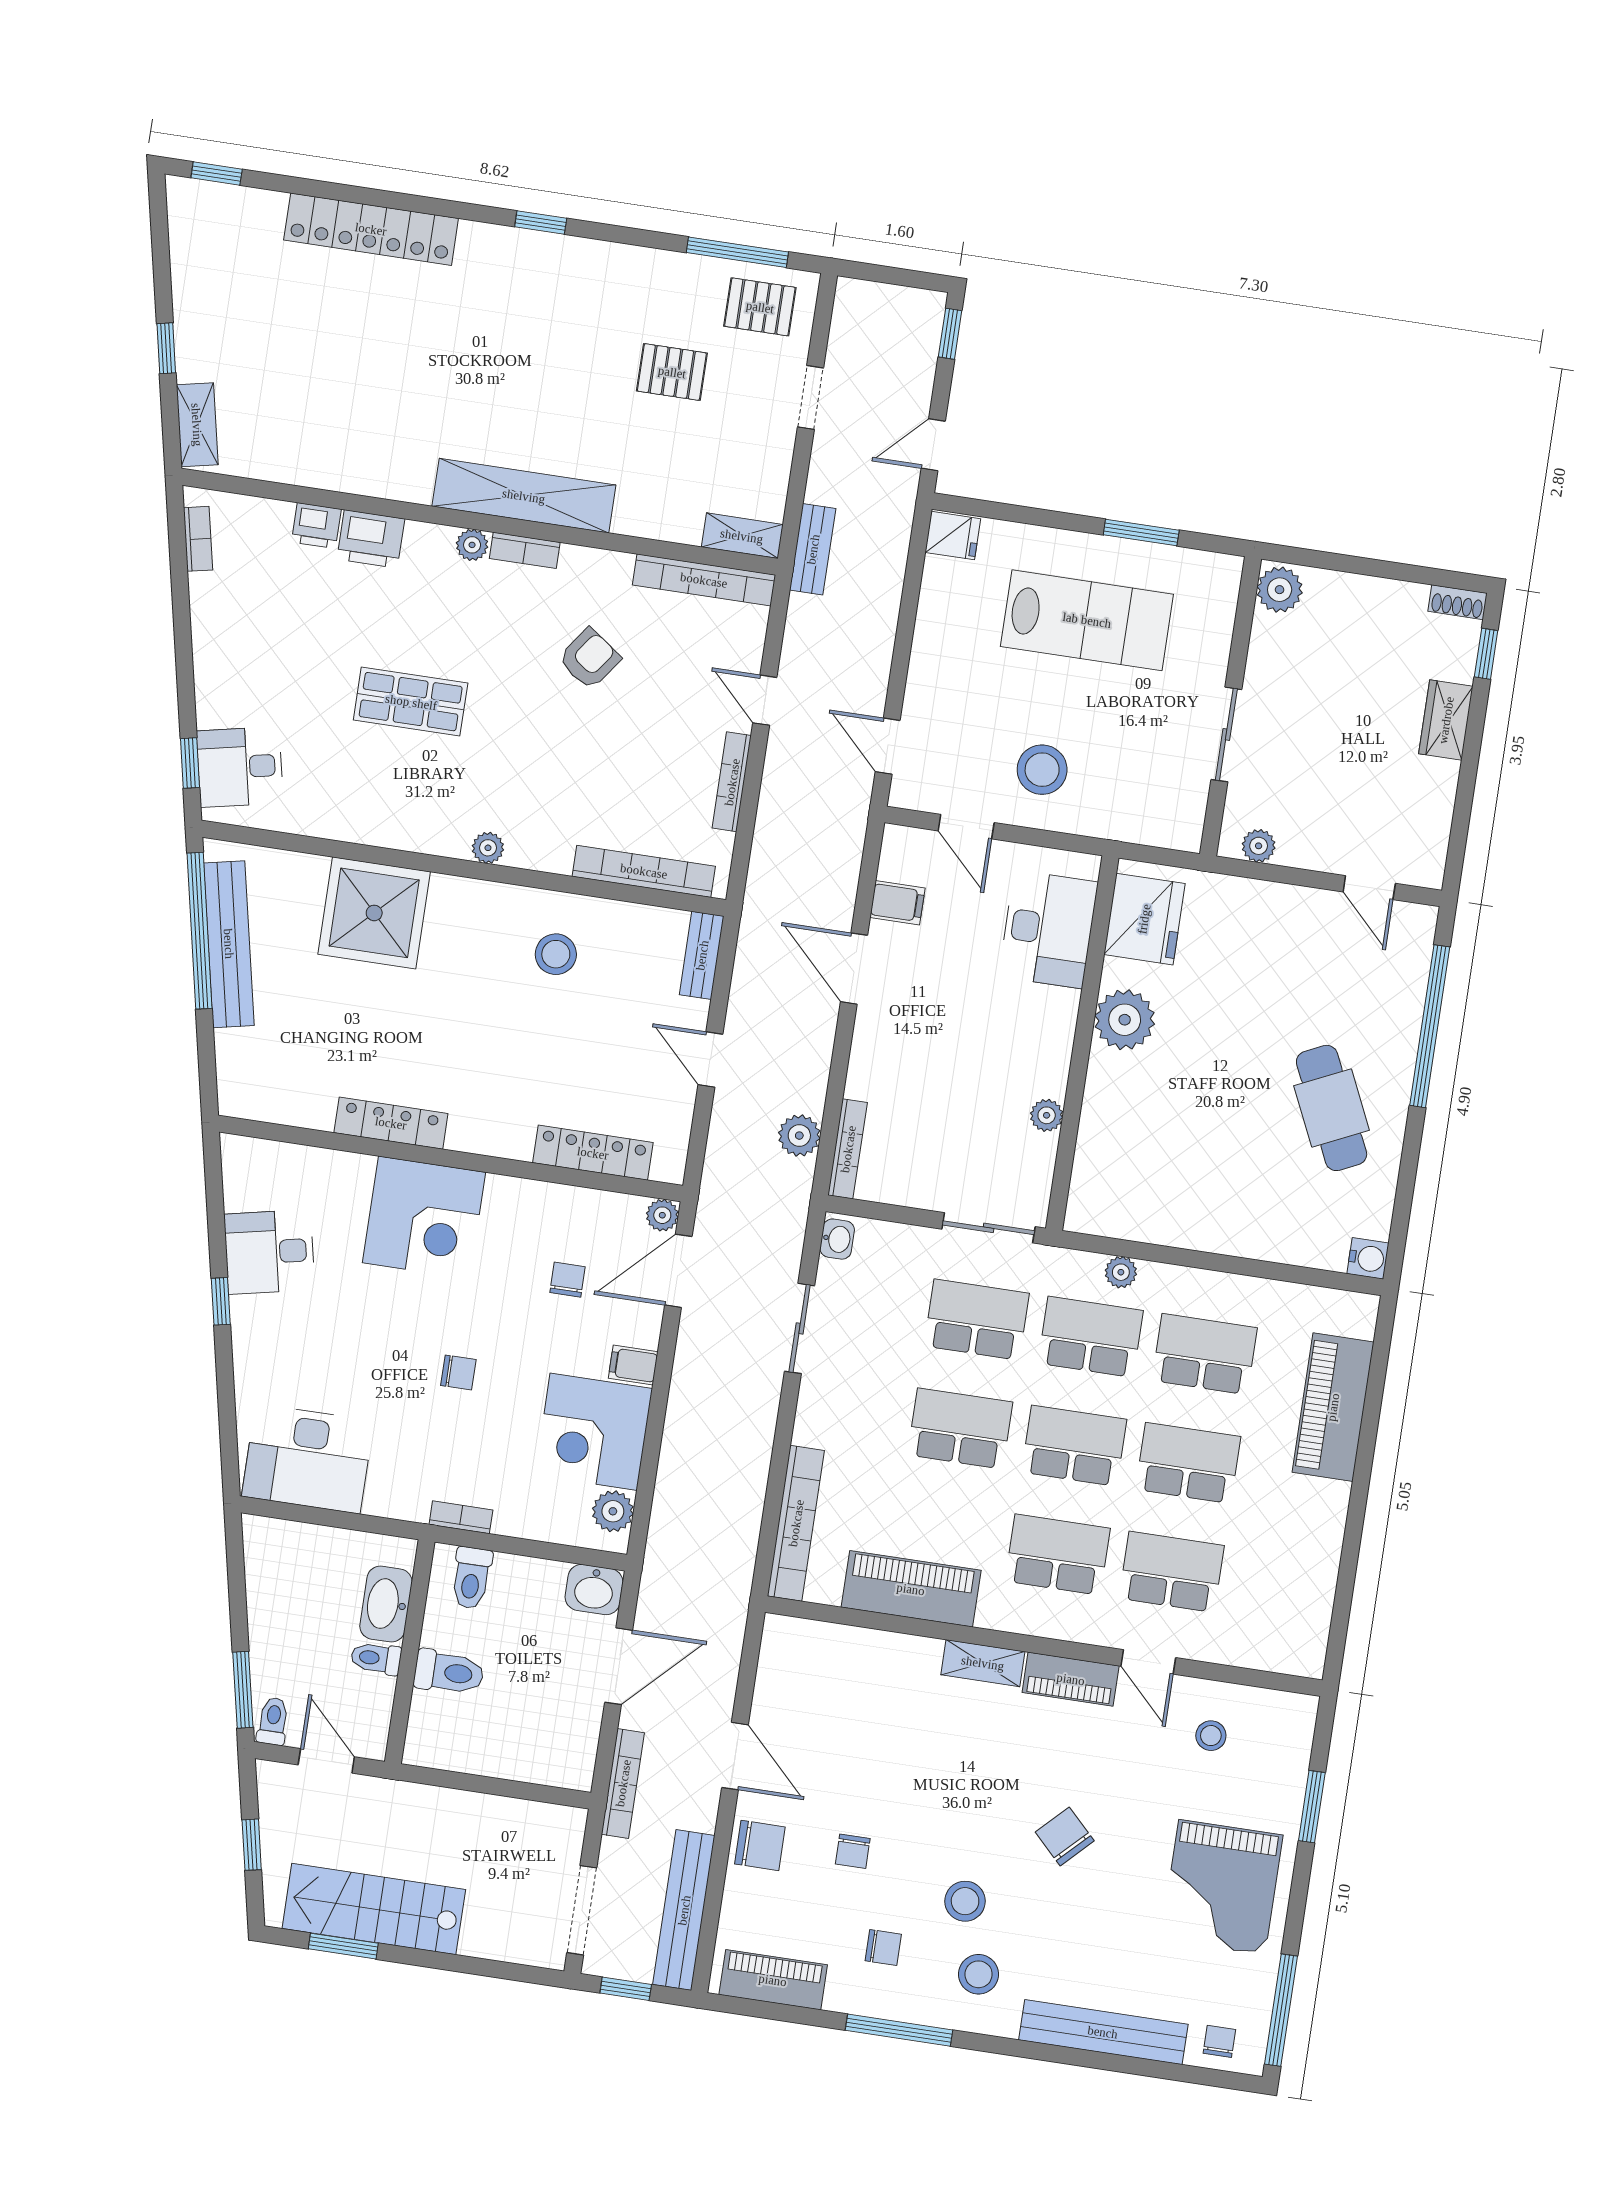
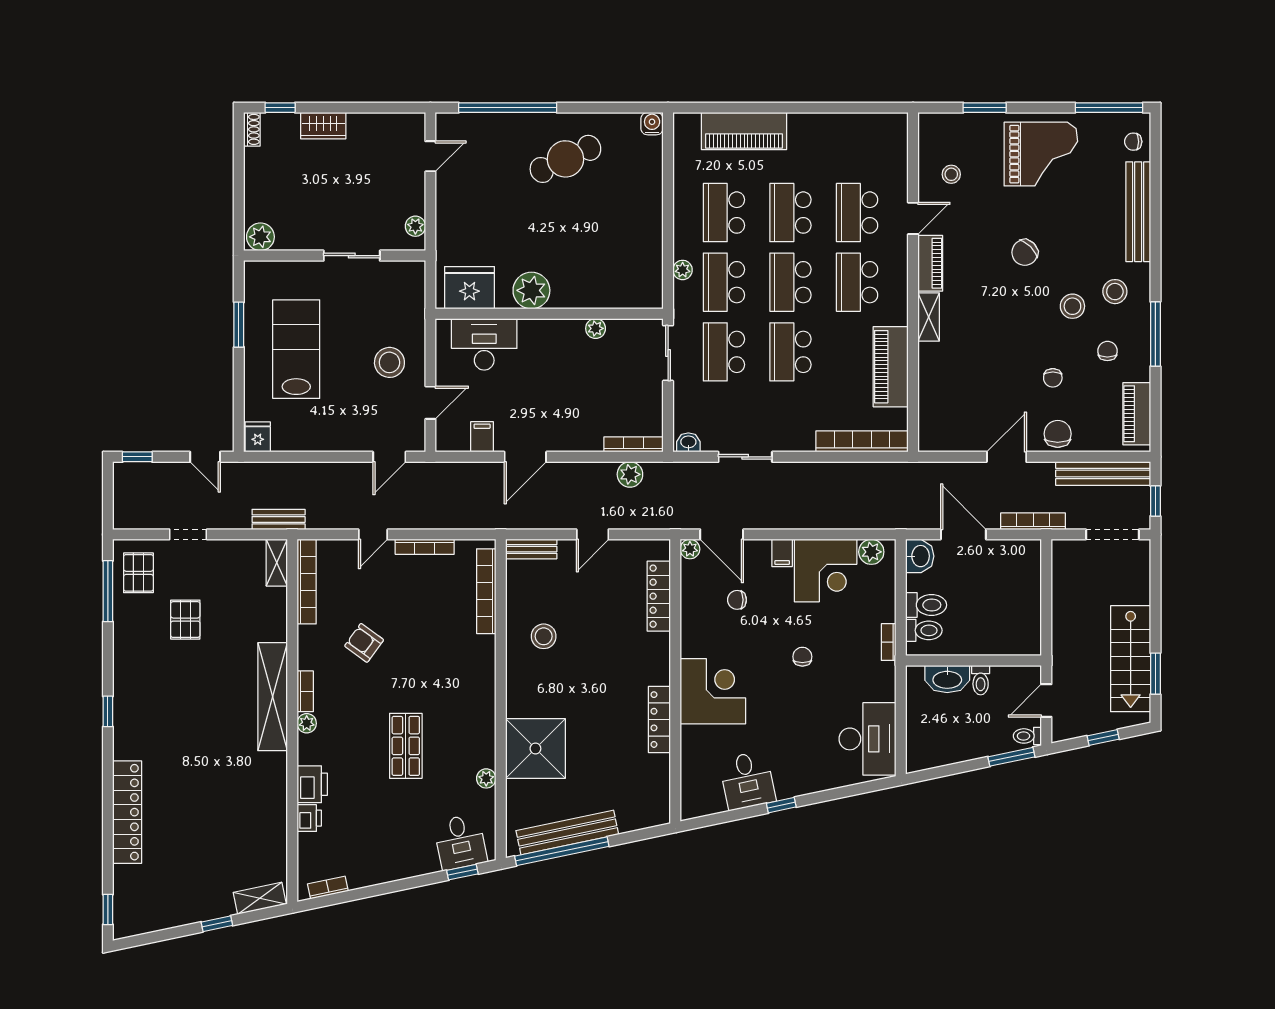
plant: (488, 848) -> (486, 778), moved
toilet: (449, 1672) -> (926, 605), moved, turned 90
chair: (853, 1851) -> (1053, 378), turned 90

